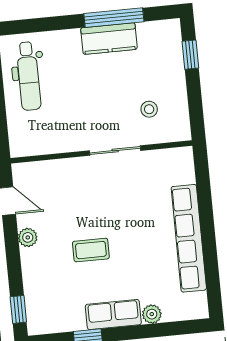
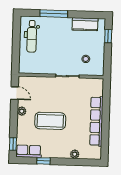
window: (114, 18) -> (54, 14), moved
kitchen counter: (109, 39) -> (85, 24), moved
coffee table: (91, 250) -> (50, 121), width x1.86, depth x1.72
row of seats: (113, 315) -> (29, 151), moved

